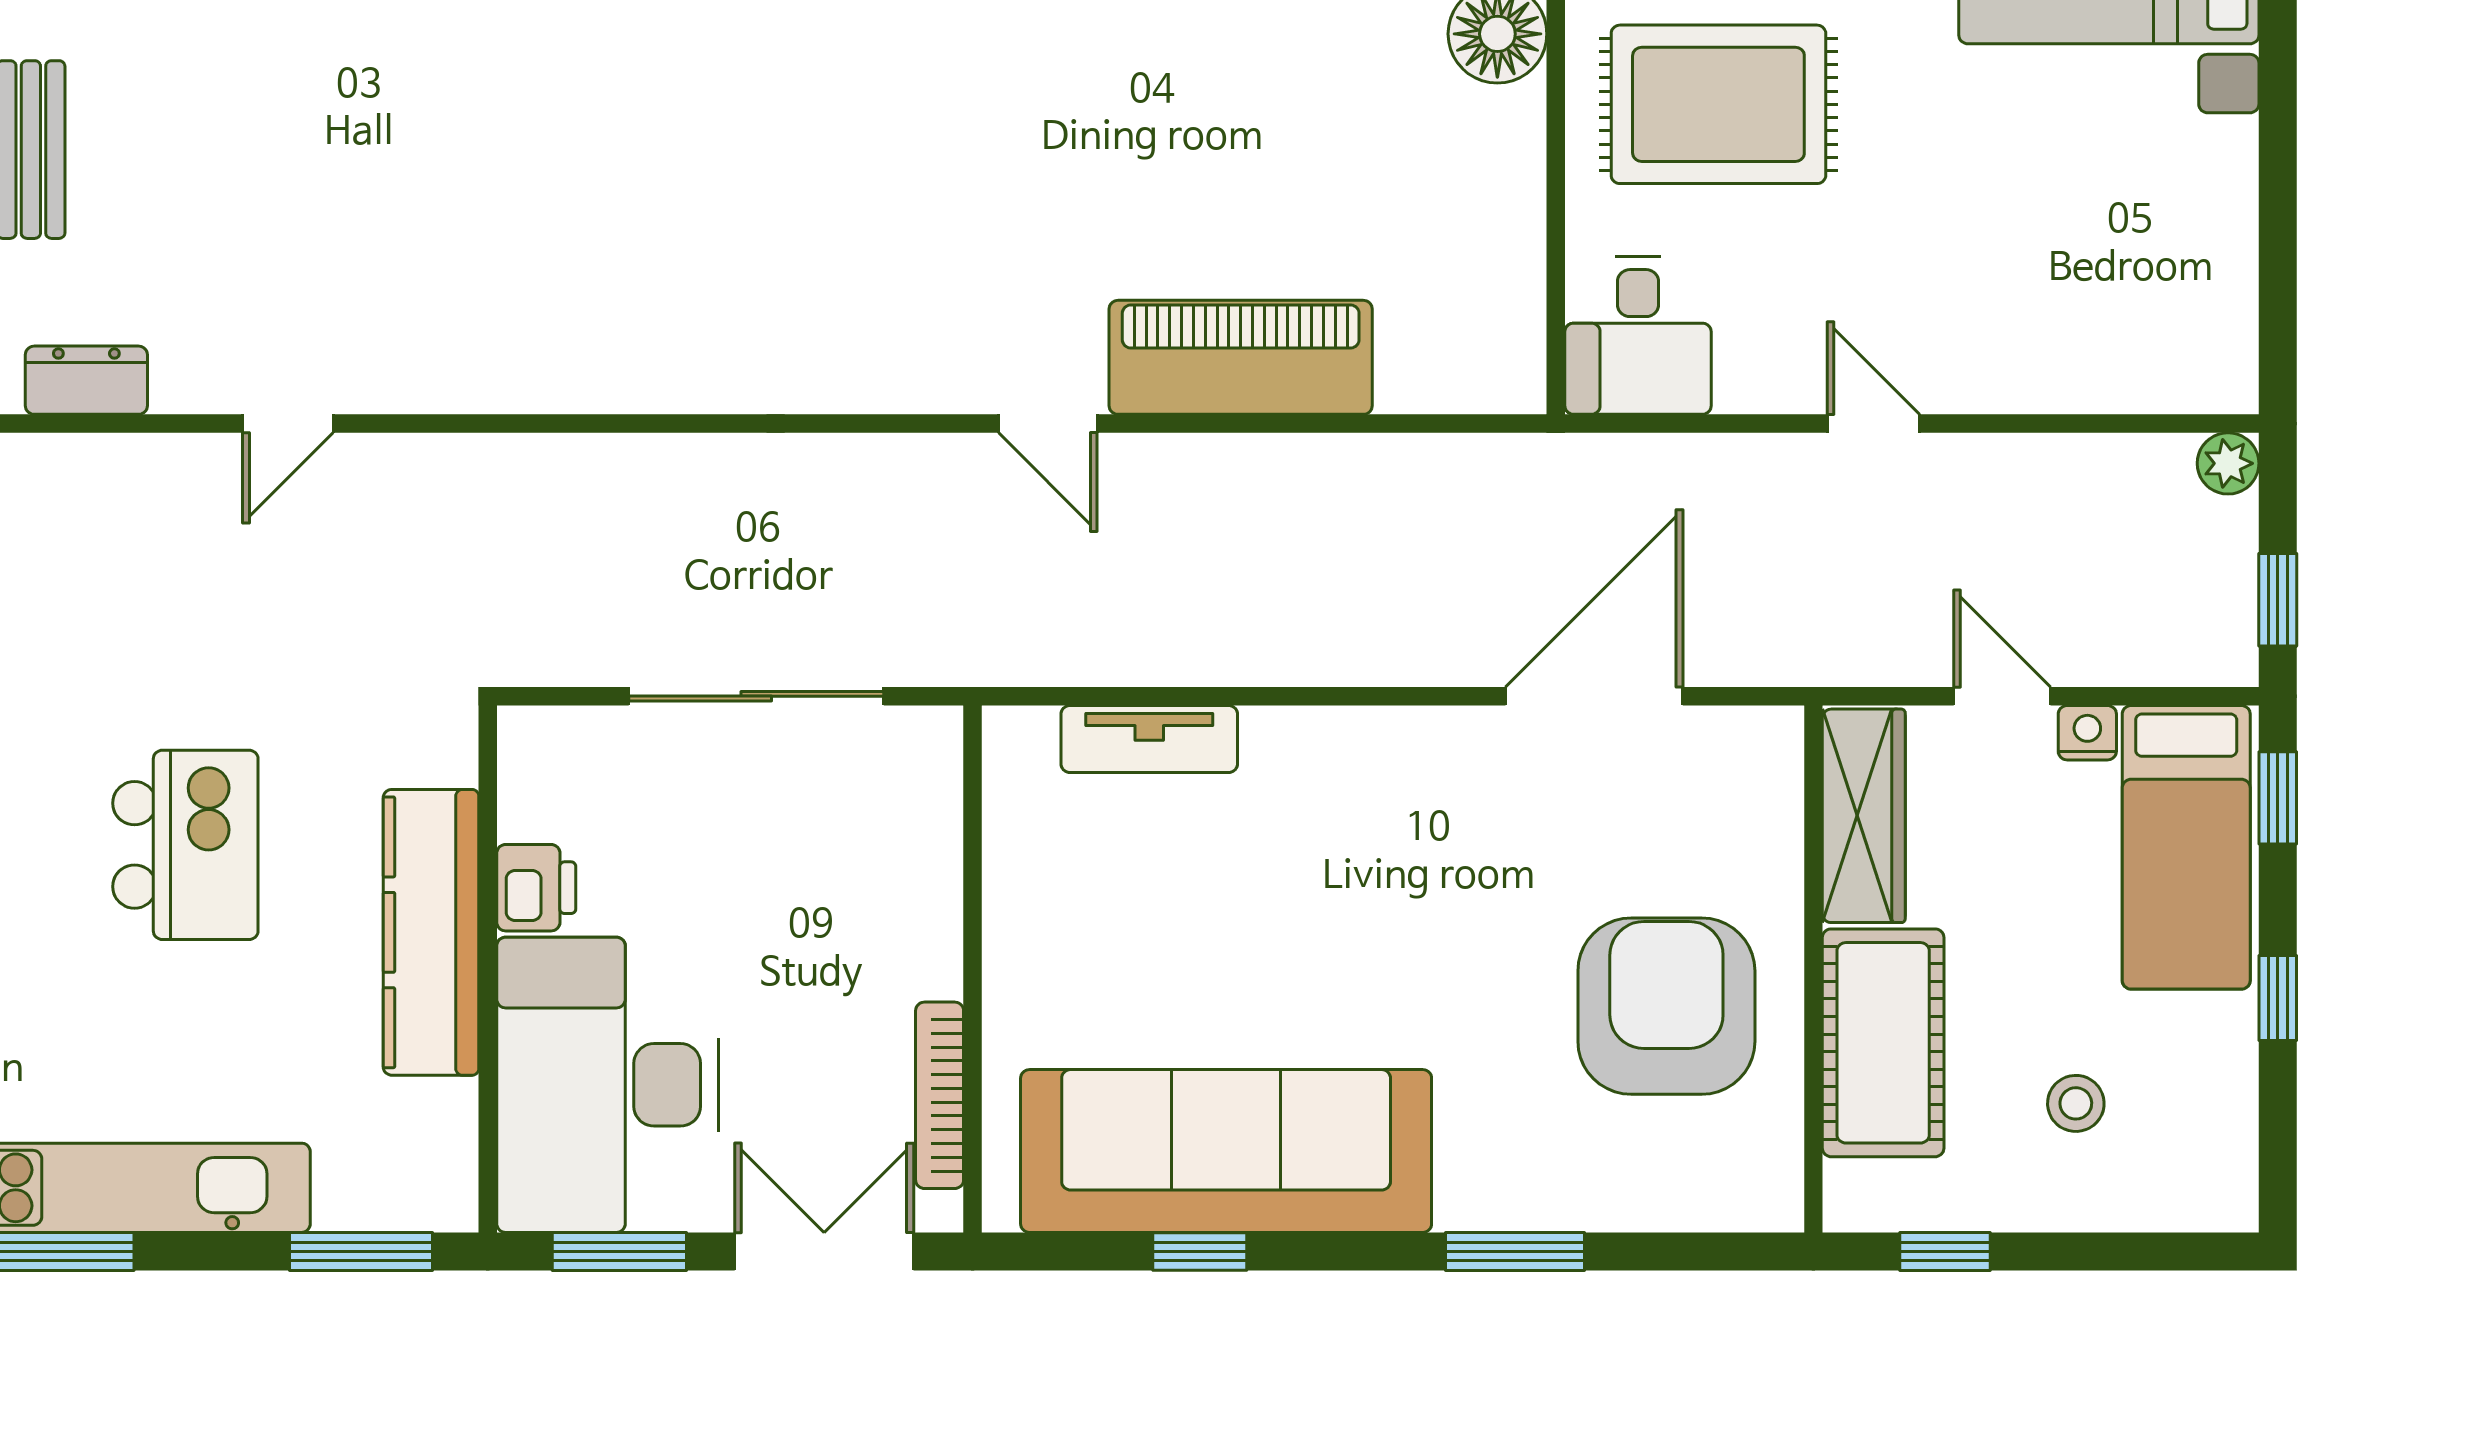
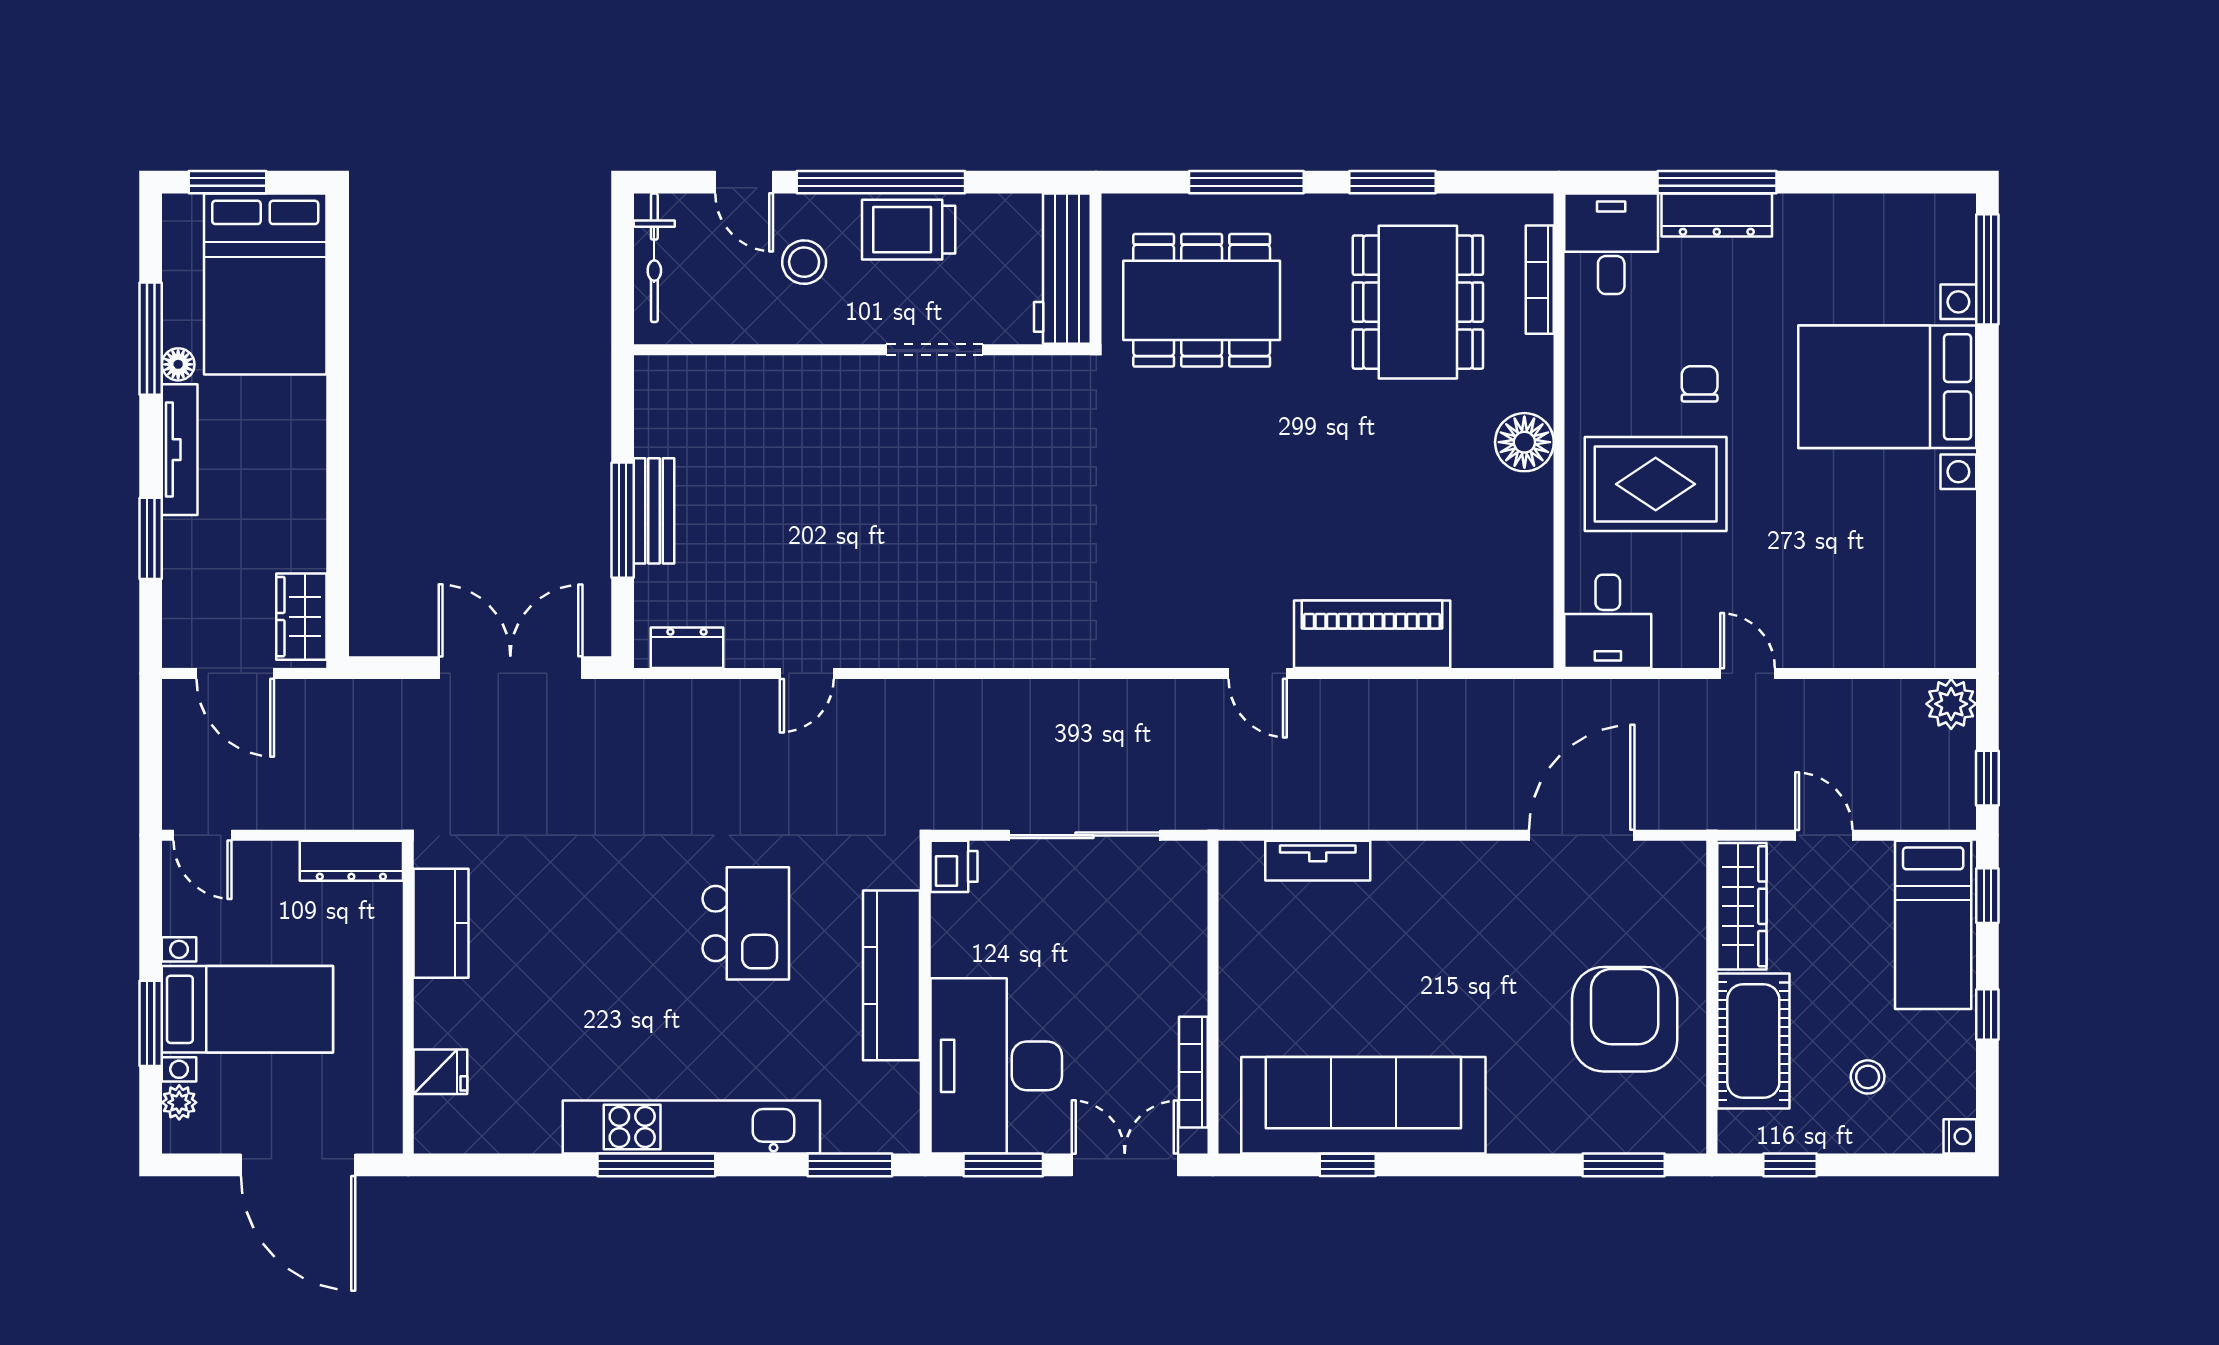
plant: (2228, 463) -> (1951, 704), width x1.38, depth x1.38
nightstand: (2087, 733) -> (1960, 1136), moved, turned 90
printer: (536, 888) -> (954, 866), moved
window: (1515, 1251) -> (1624, 1165), moved

